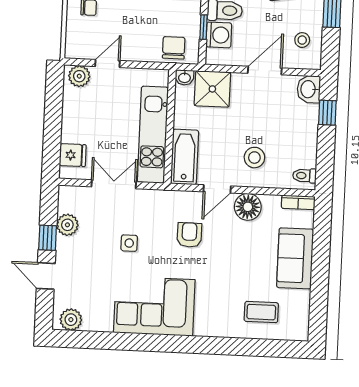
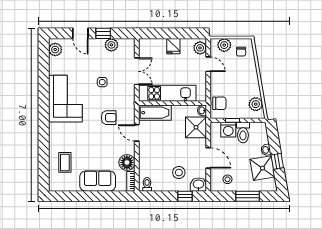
plant: (76, 35) -> (224, 45), added
fridge: (73, 155) -> (173, 46), moved
stool: (254, 158) -> (179, 173), moved
floor lamp: (248, 207) -> (127, 162), moved
door: (46, 276) -> (80, 33), swing flipped

